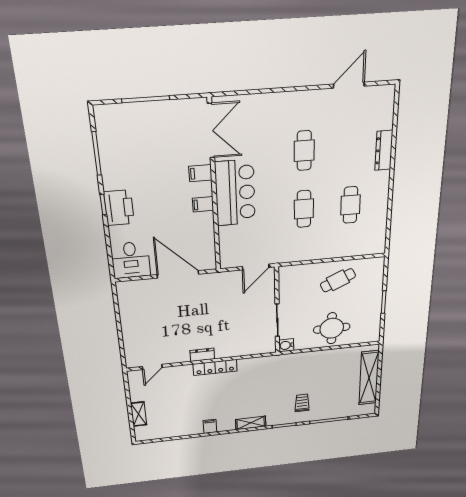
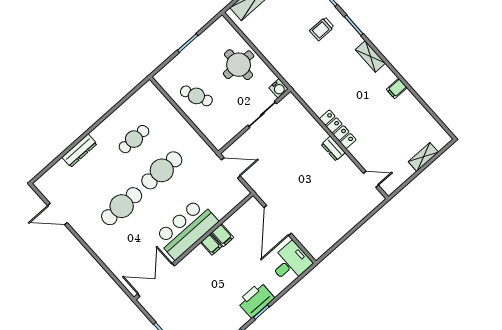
cafe table: (304, 151) -> (122, 206), width x1.37, depth x1.35
filing cabinet: (200, 173) -> (222, 235), moved
cafe table: (304, 209) -> (162, 170), width x1.37, depth x1.35

